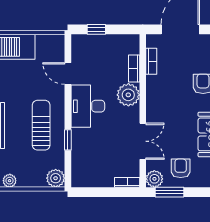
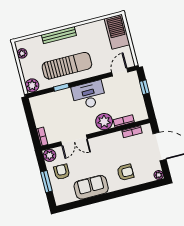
door: (68, 74) -> (120, 72), moved
sun lounger: (41, 125) -> (67, 66), width x1.36, depth x1.34
armchair: (181, 168) -> (62, 172), turned -90
window: (169, 192) -> (46, 182), moved

